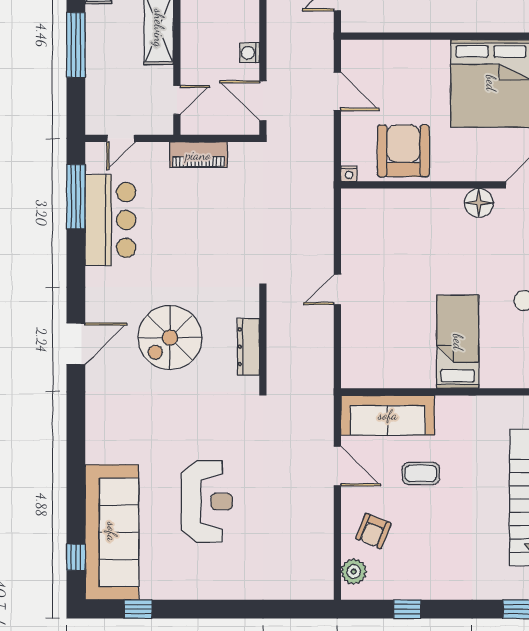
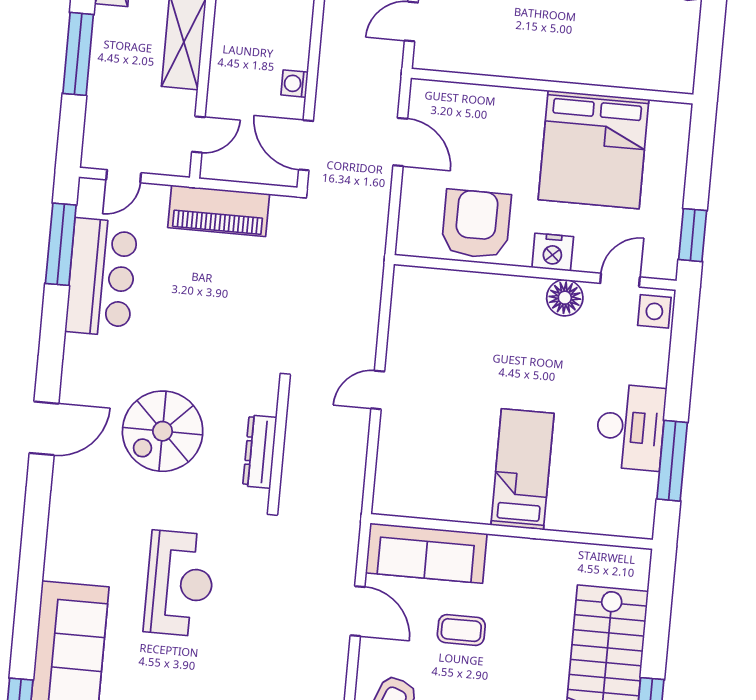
piano: (198, 155) -> (219, 211), width x1.37, depth x1.33
nightstand: (349, 174) -> (553, 252), moved, width x1.89, depth x1.79
reception desk: (207, 502) -> (179, 584), moved

